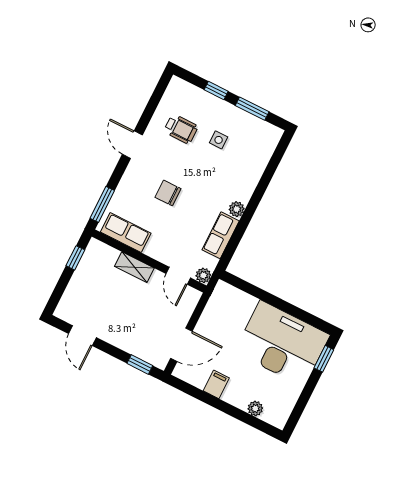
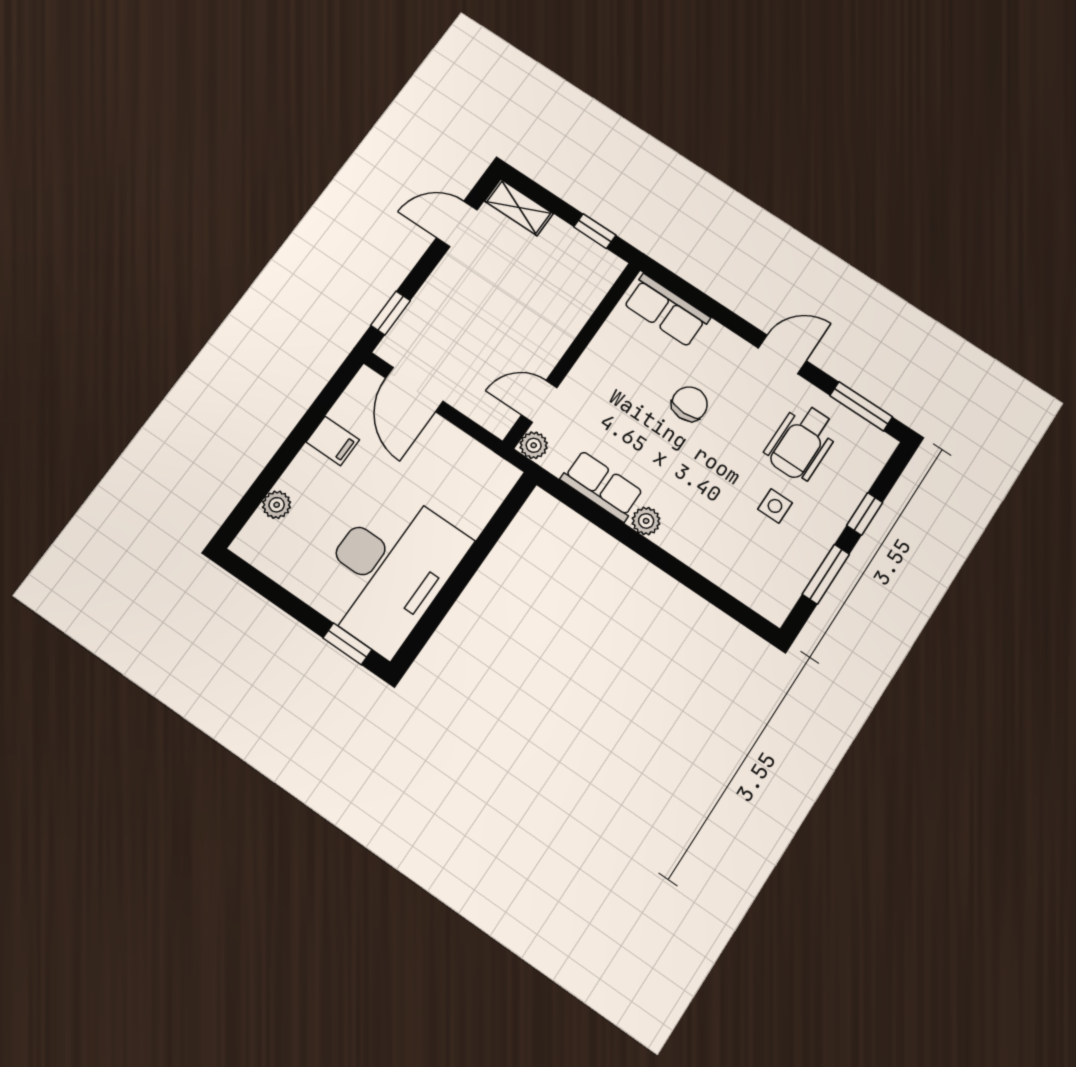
wheelchair: (181, 129) -> (801, 442), width x1.36, depth x1.37
window: (102, 204) -> (861, 406), moved
row of seats: (126, 233) -> (667, 310), moved, turned 90
shelving: (134, 267) -> (519, 207), moved, turned 90

